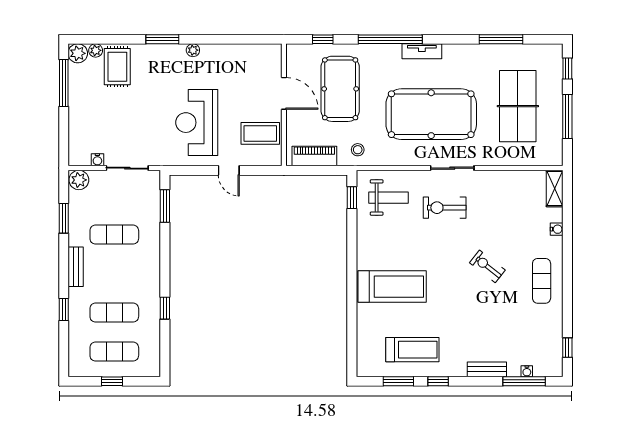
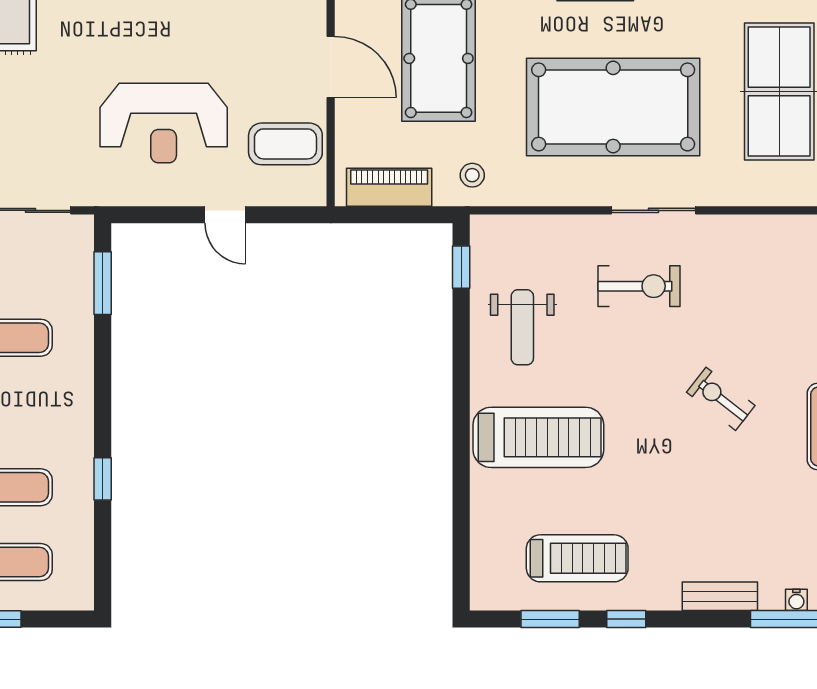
reception desk: (197, 123) -> (164, 123), turned -90
weight bench: (388, 198) -> (522, 327), moved, turned 90
exercise bike: (445, 208) -> (639, 286), turned 180

